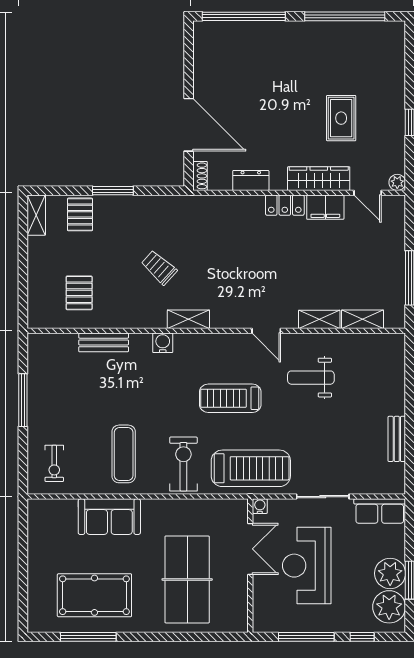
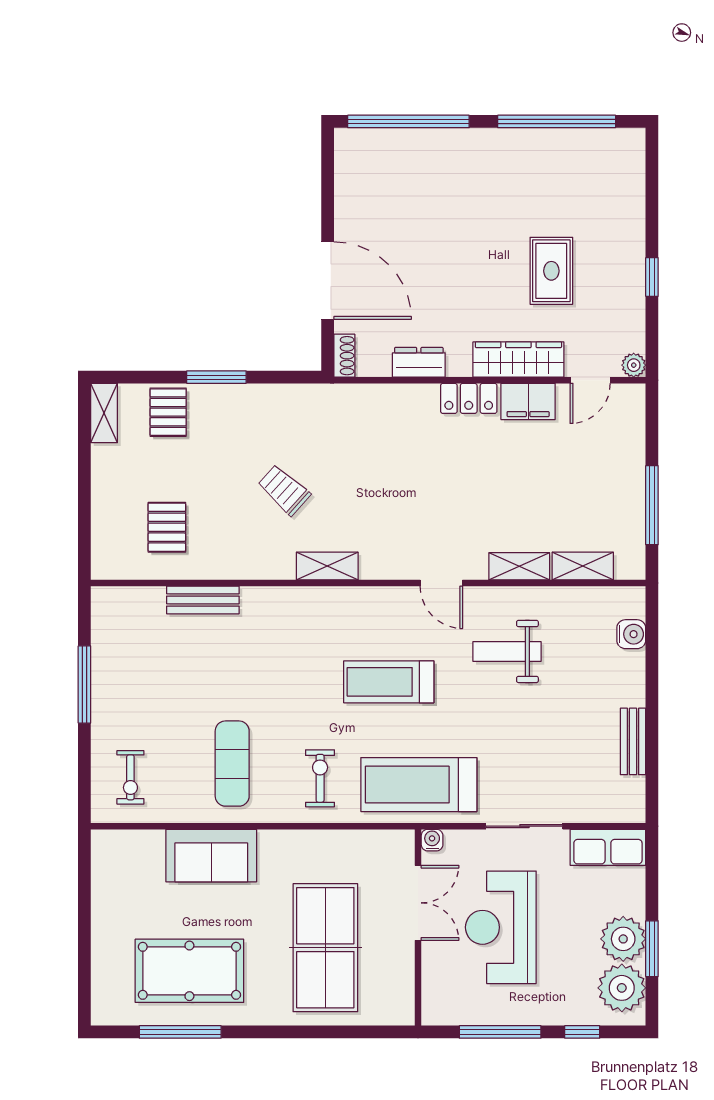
door: (368, 193) -> (590, 380), hinge flipped
water cooler: (163, 343) -> (631, 634), moved, turned 90
exercise bike: (183, 464) -> (320, 778), width x0.73, depth x0.72
treadmill: (251, 468) -> (419, 785), turned 180

